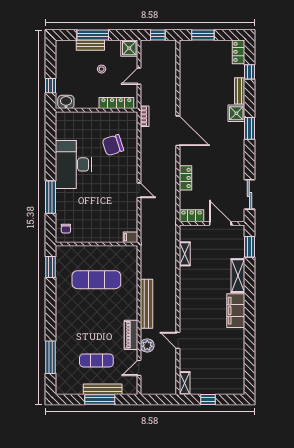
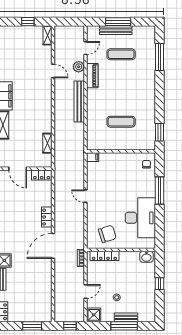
washbasin: (66, 102) -> (146, 257), moved
locker: (116, 103) -> (104, 256), moved
wall: (96, 110) -> (121, 250), moved
door: (178, 131) -> (53, 246), hinge flipped
locker: (186, 178) -> (47, 217), moved
exercise mat: (96, 280) -> (121, 122), width x0.73, depth x0.69

